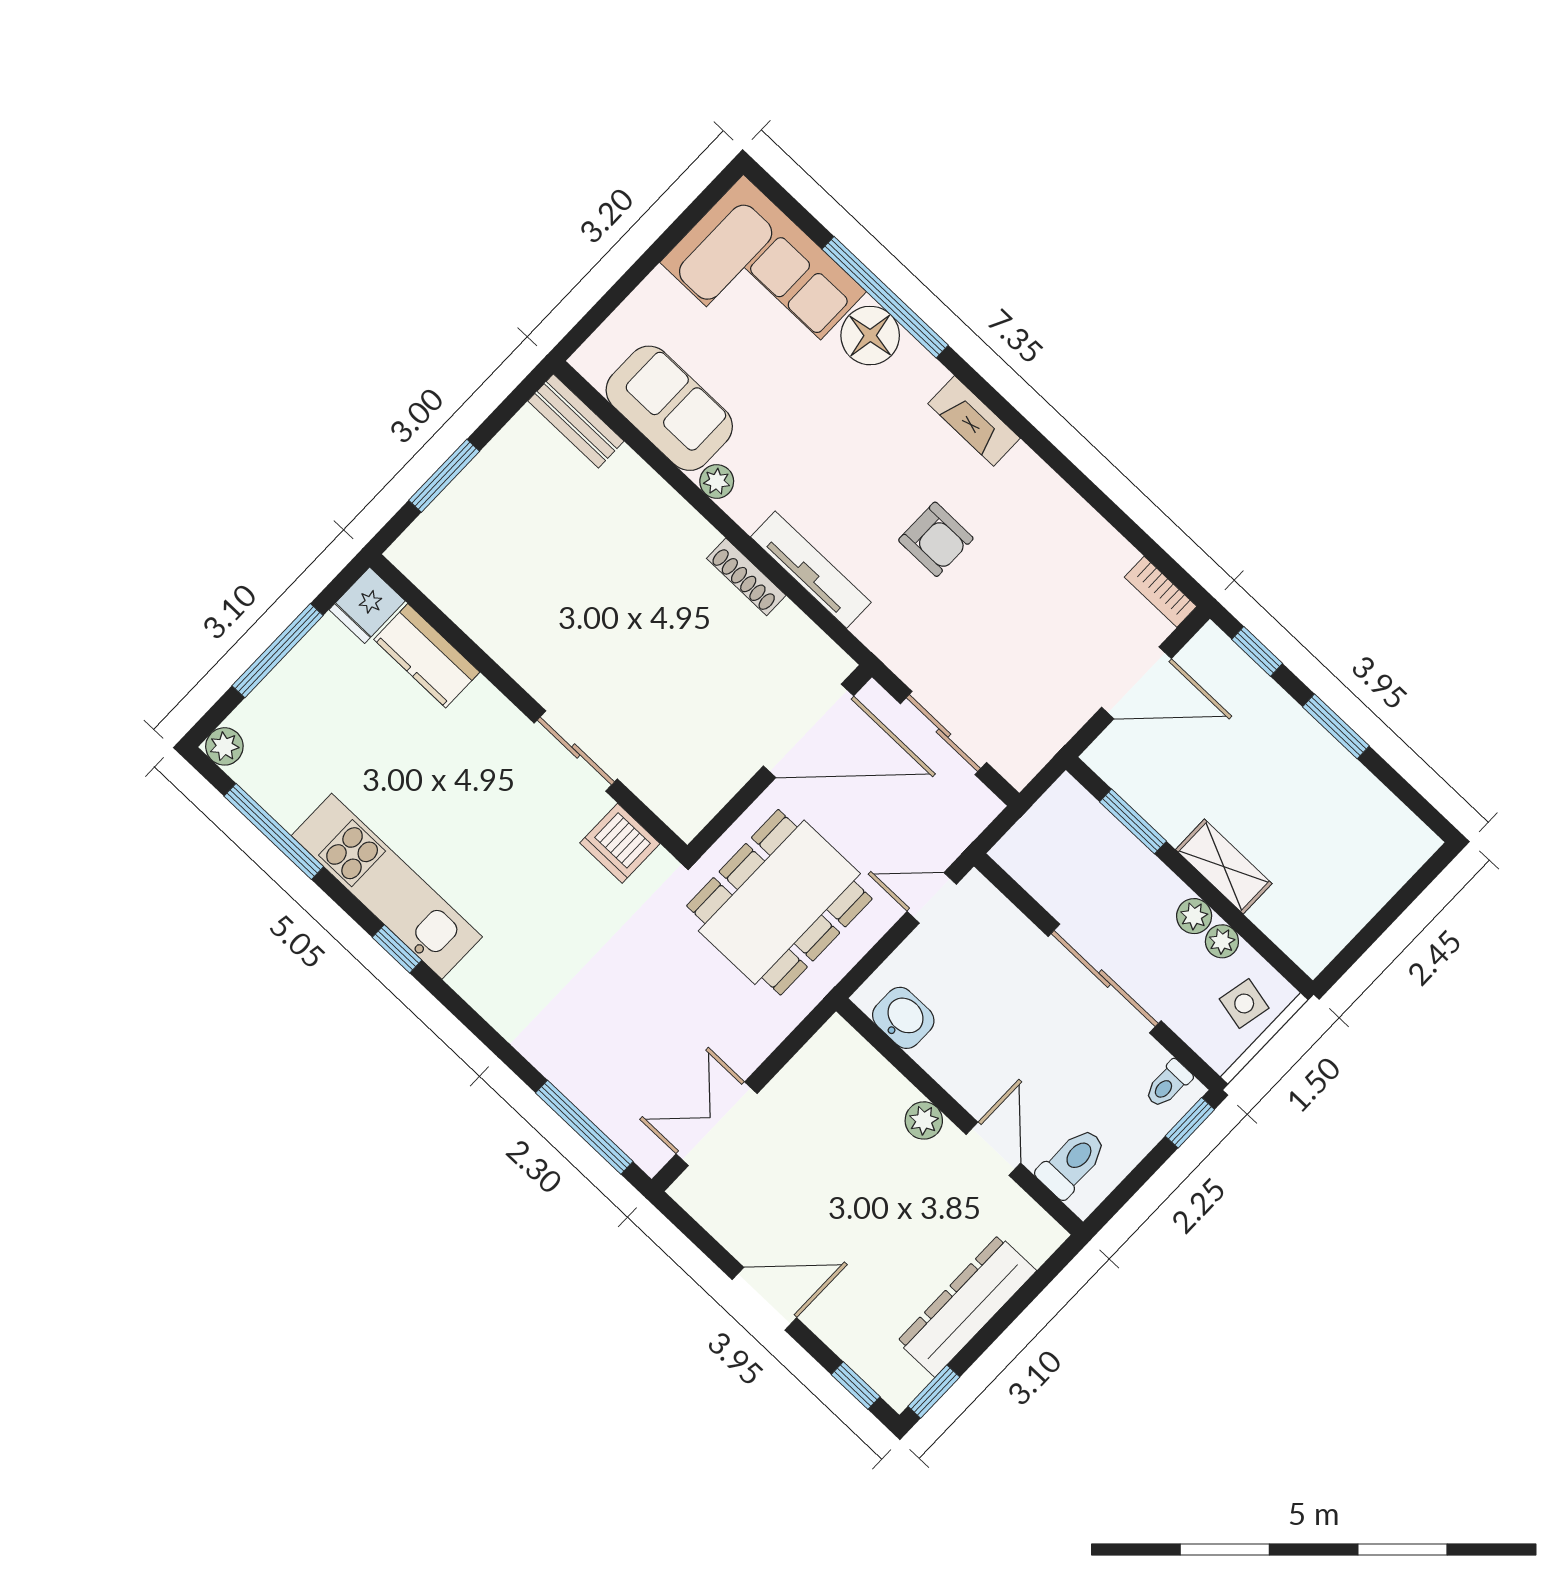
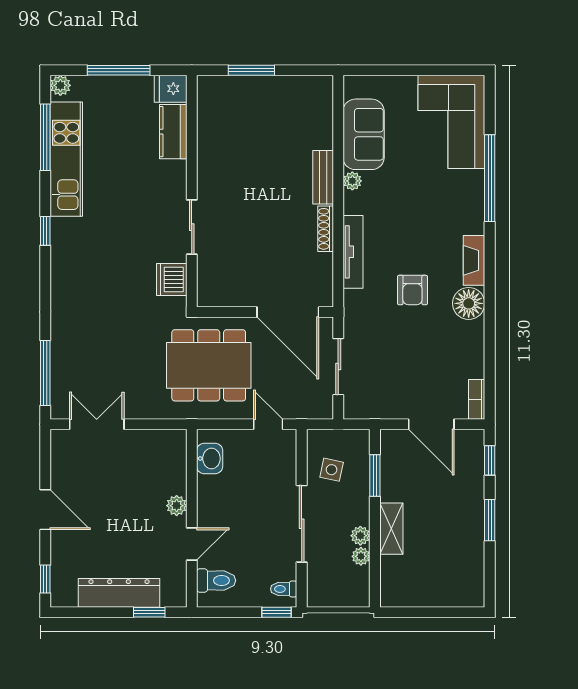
floor lamp: (870, 336) -> (469, 303), moved
bench: (576, 421) -> (323, 177), moved
kitchen unit: (387, 886) -> (66, 159), moved
side table: (1244, 1003) -> (332, 470), moved
window: (934, 1392) -> (149, 612), moved

